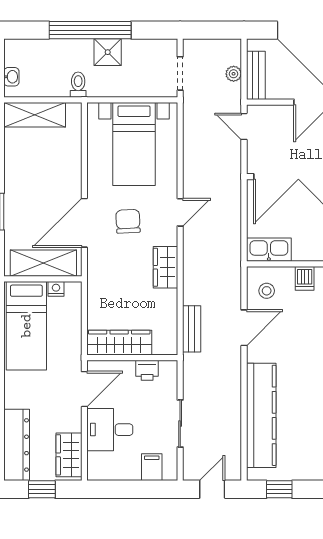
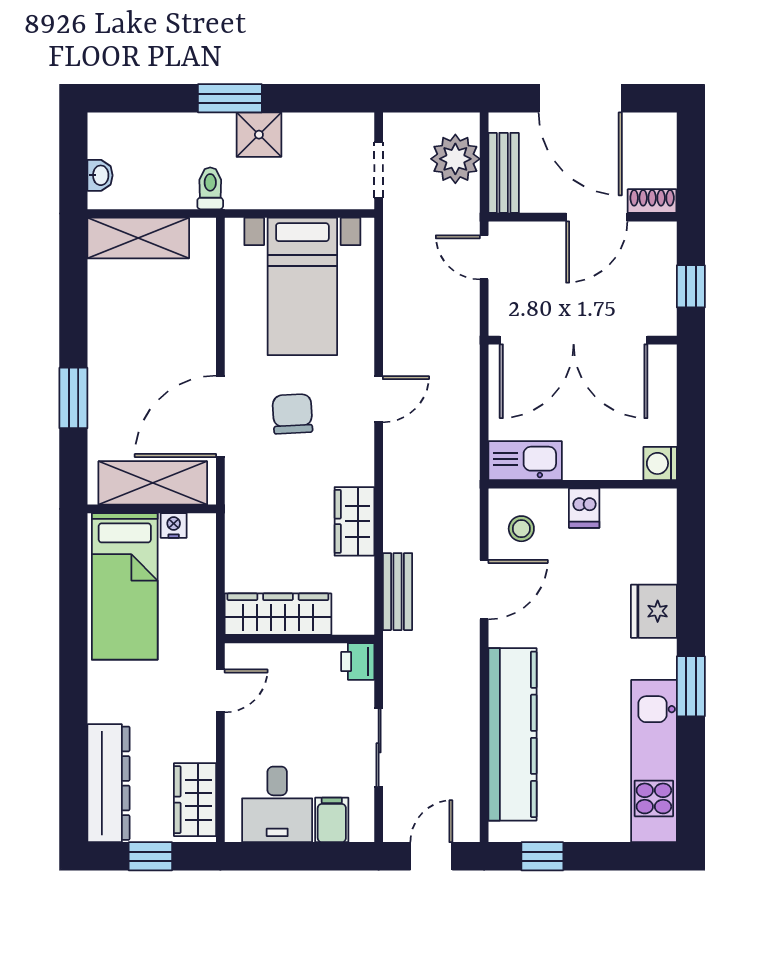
window: (90, 30) -> (230, 98), width x0.47
plant: (234, 74) -> (455, 159), width x1.87, depth x1.87
wardrobe: (166, 267) -> (354, 521), moved
printer: (147, 370) -> (358, 662), moved, turned 90
door: (84, 389) -> (220, 691), width x0.73
desk: (110, 430) -> (277, 804), moved, turned -90

